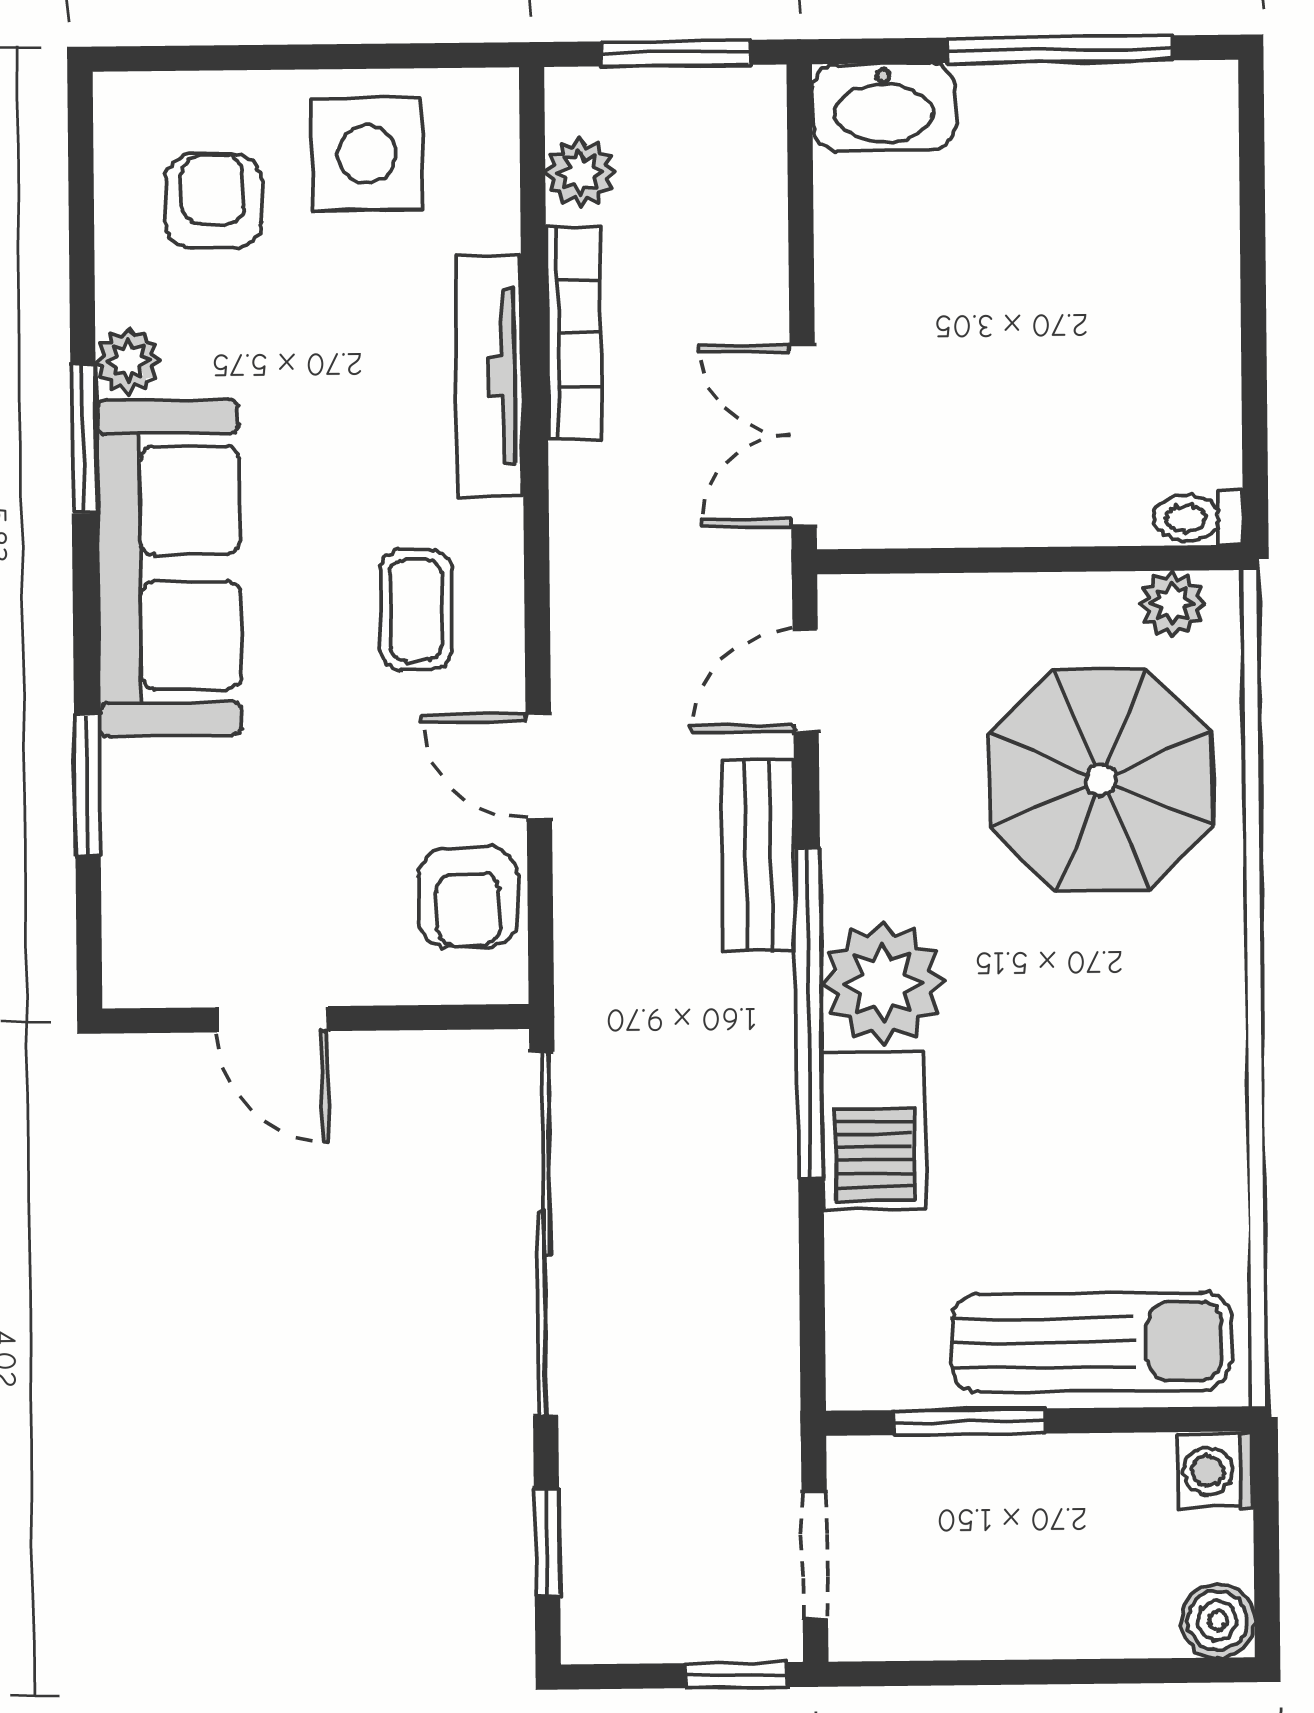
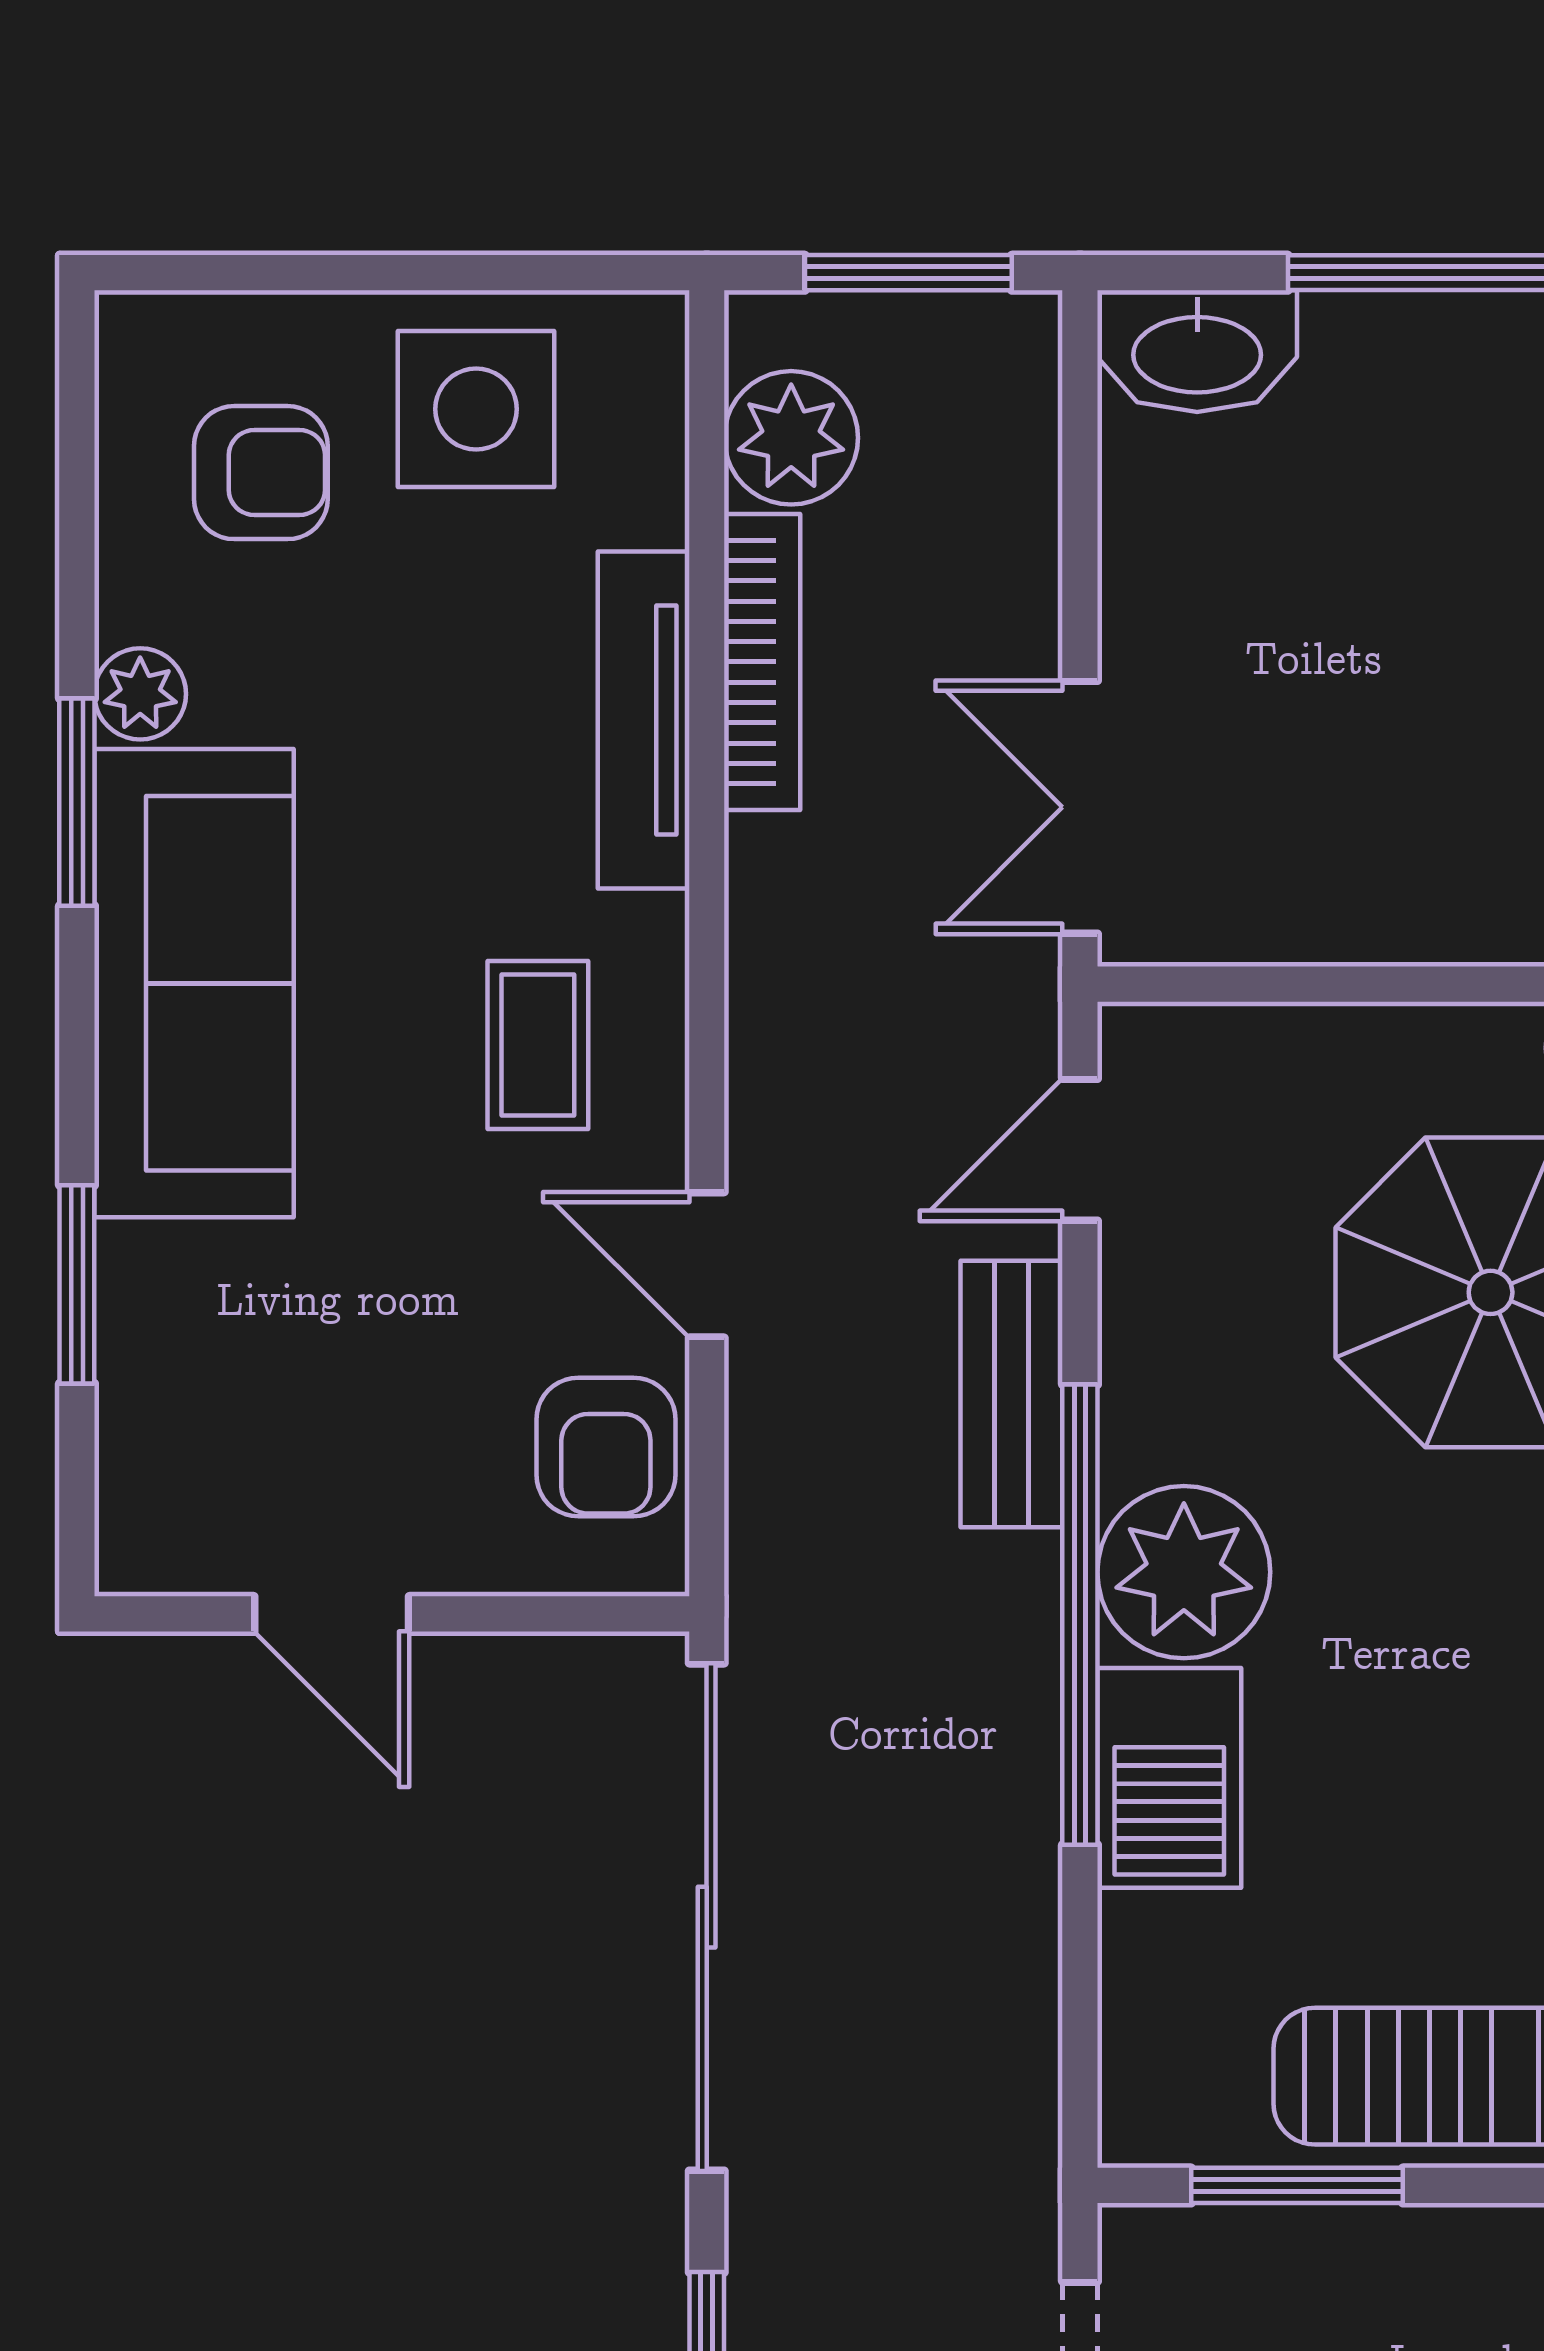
plant: (580, 172) -> (791, 438), width x1.38, depth x1.38
armchair: (213, 201) -> (261, 473), turned 90

